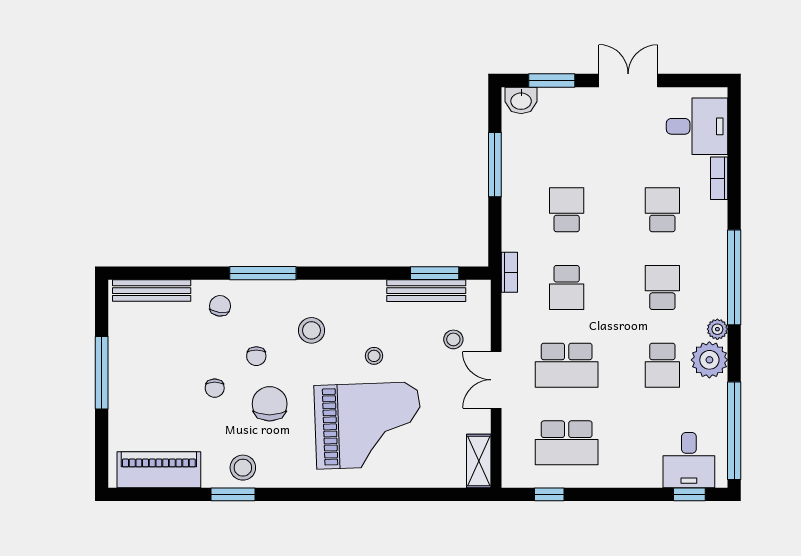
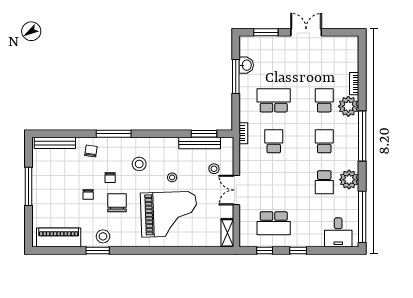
washbasin: (521, 100) -> (246, 65), moved, turned -90
desk: (697, 126) -> (343, 56), removed
school desk: (567, 210) -> (274, 100), width x1.85
school desk: (567, 287) -> (274, 141), turned 180
plant: (717, 329) -> (348, 106), moved, width x1.87, depth x1.87
school desk: (567, 365) -> (274, 182), removed
window: (689, 494) -> (298, 250), moved

